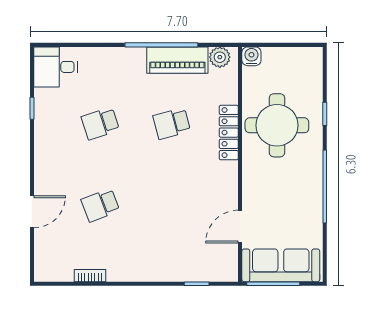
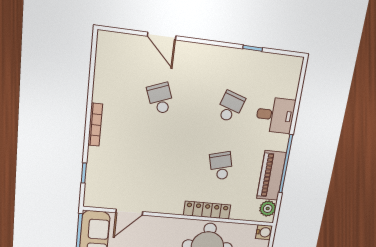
desk: (56, 67) -> (275, 115), moved, turned 90
school desk: (100, 123) -> (230, 107), turned 36
door: (240, 227) -> (129, 212), swing flipped
bookcase: (90, 276) -> (95, 125), moved, width x1.56

